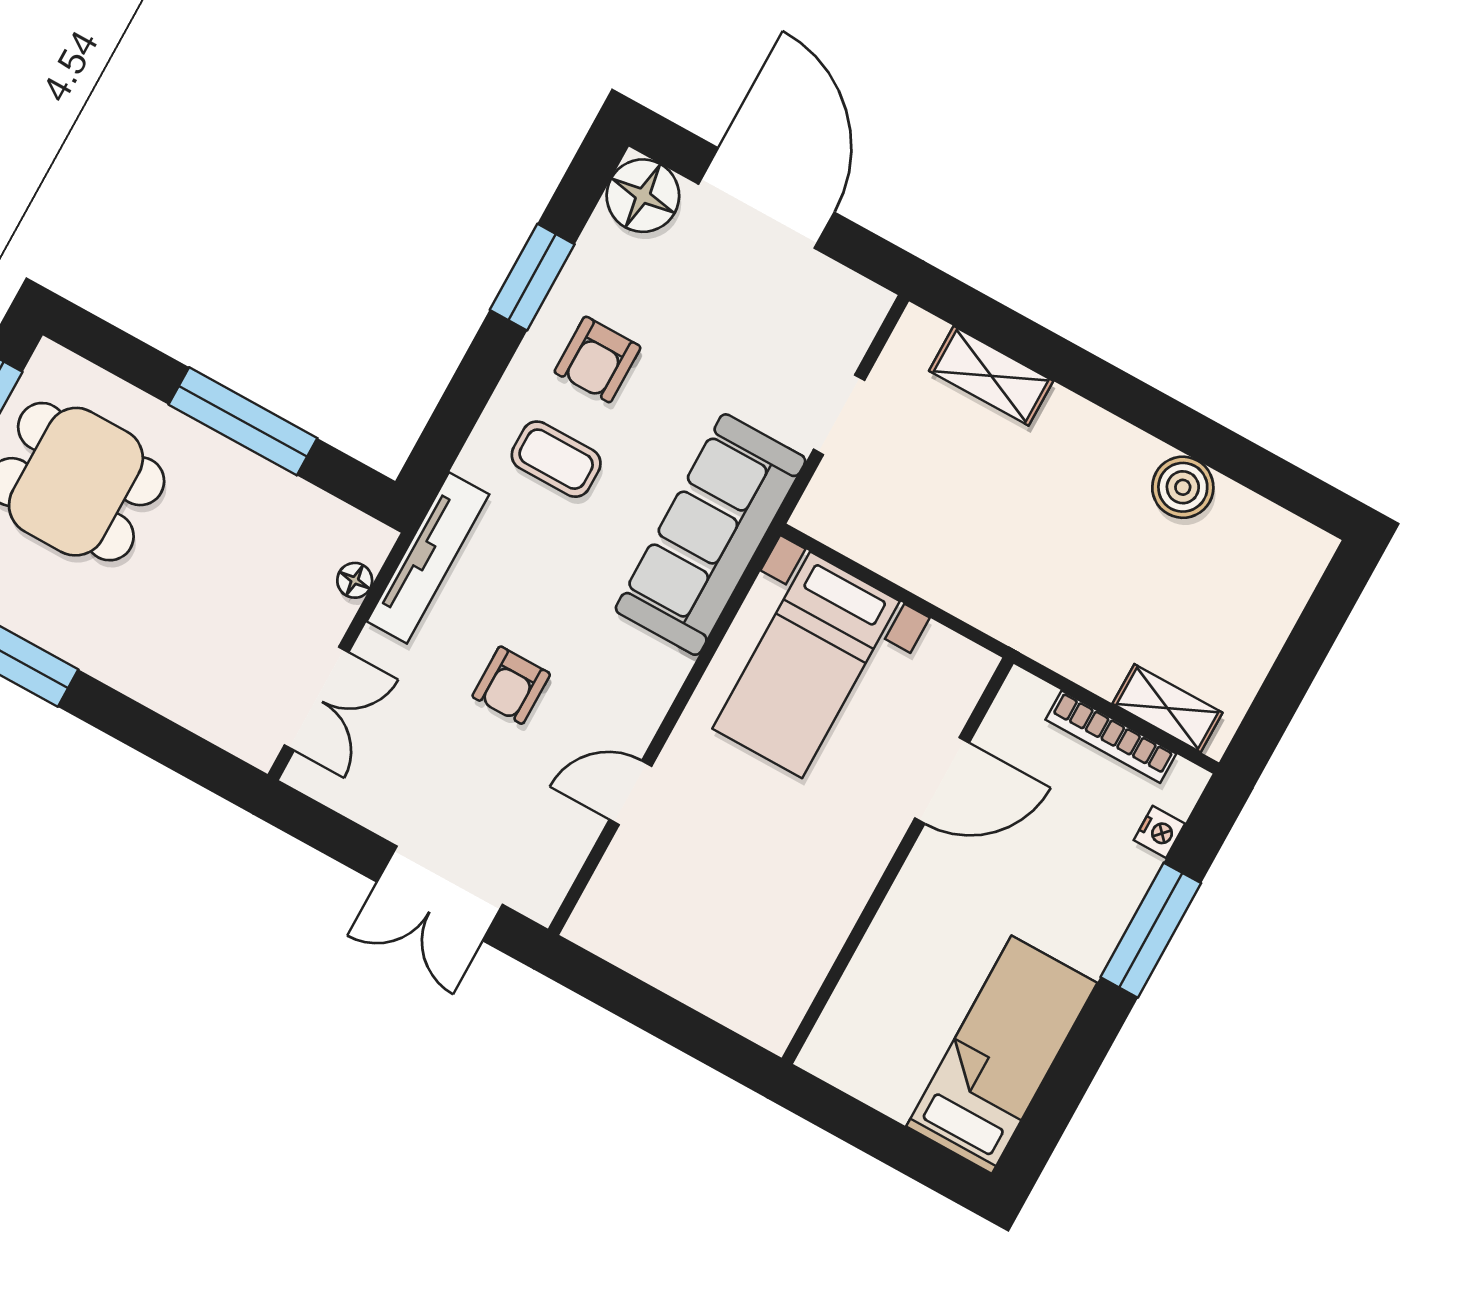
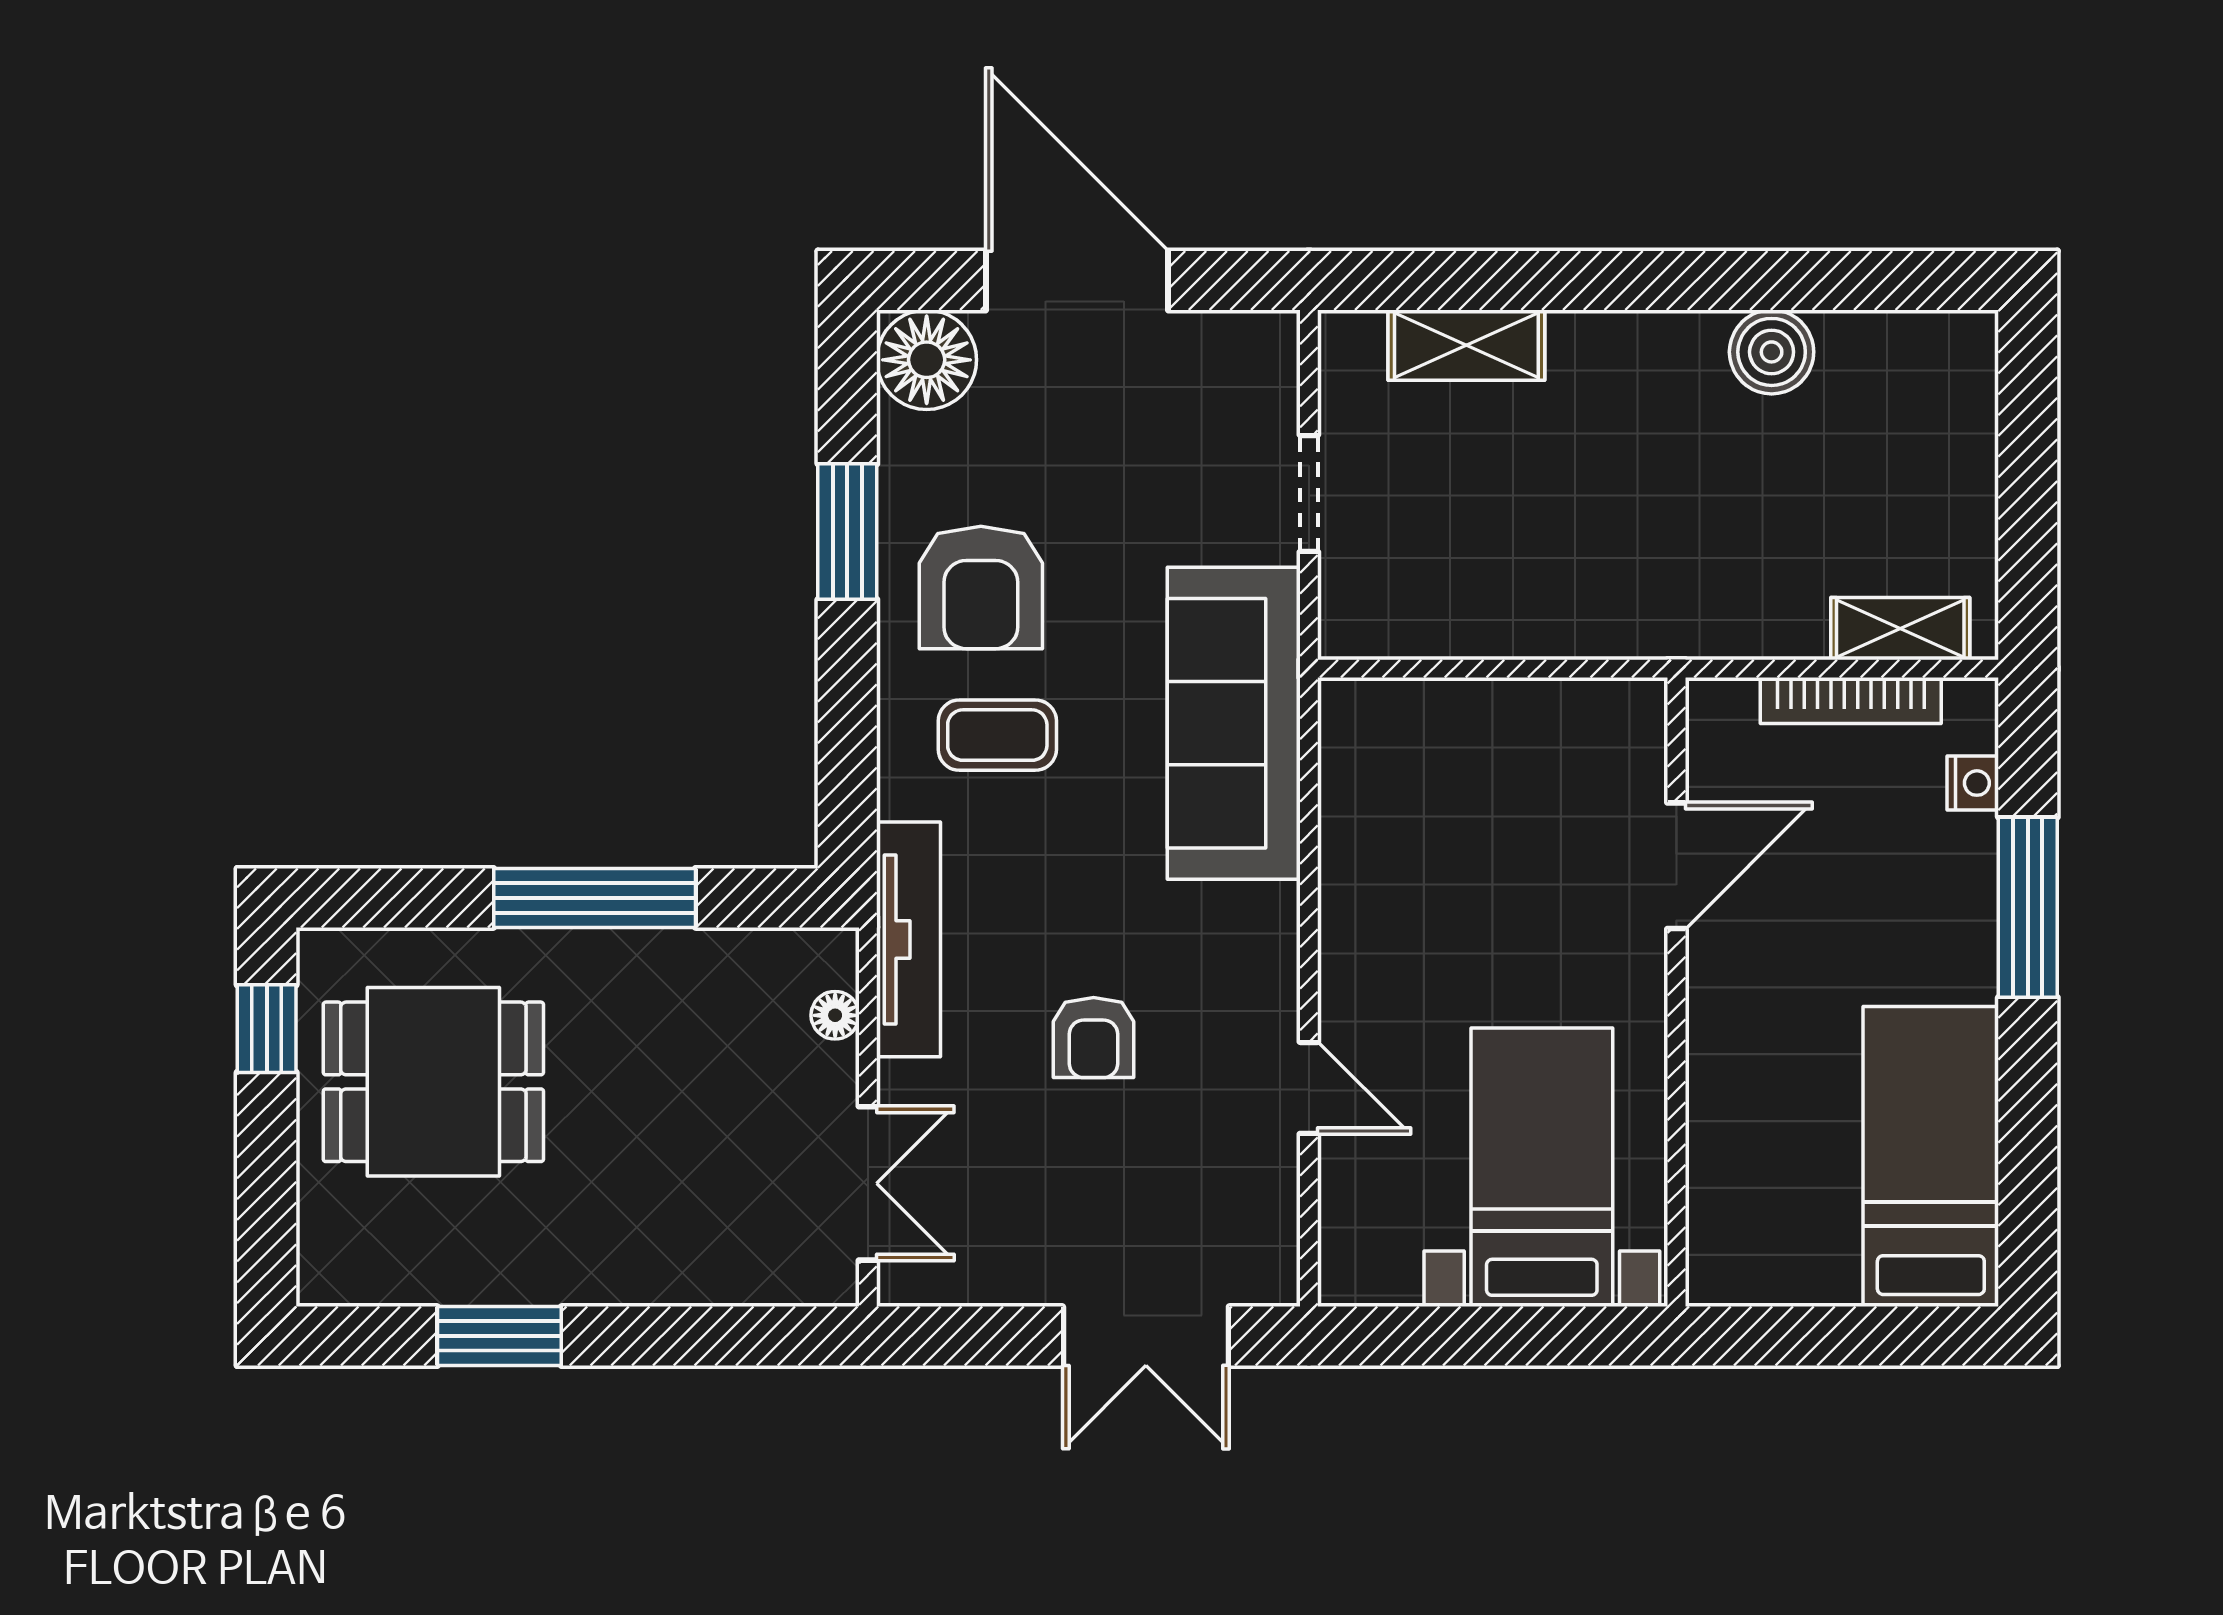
armchair: (597, 359) -> (981, 587), width x1.38, depth x1.38
bed with nightstands: (806, 665) -> (1542, 1167), moved, turned 180
door: (630, 793) -> (1309, 1088), swing flipped

